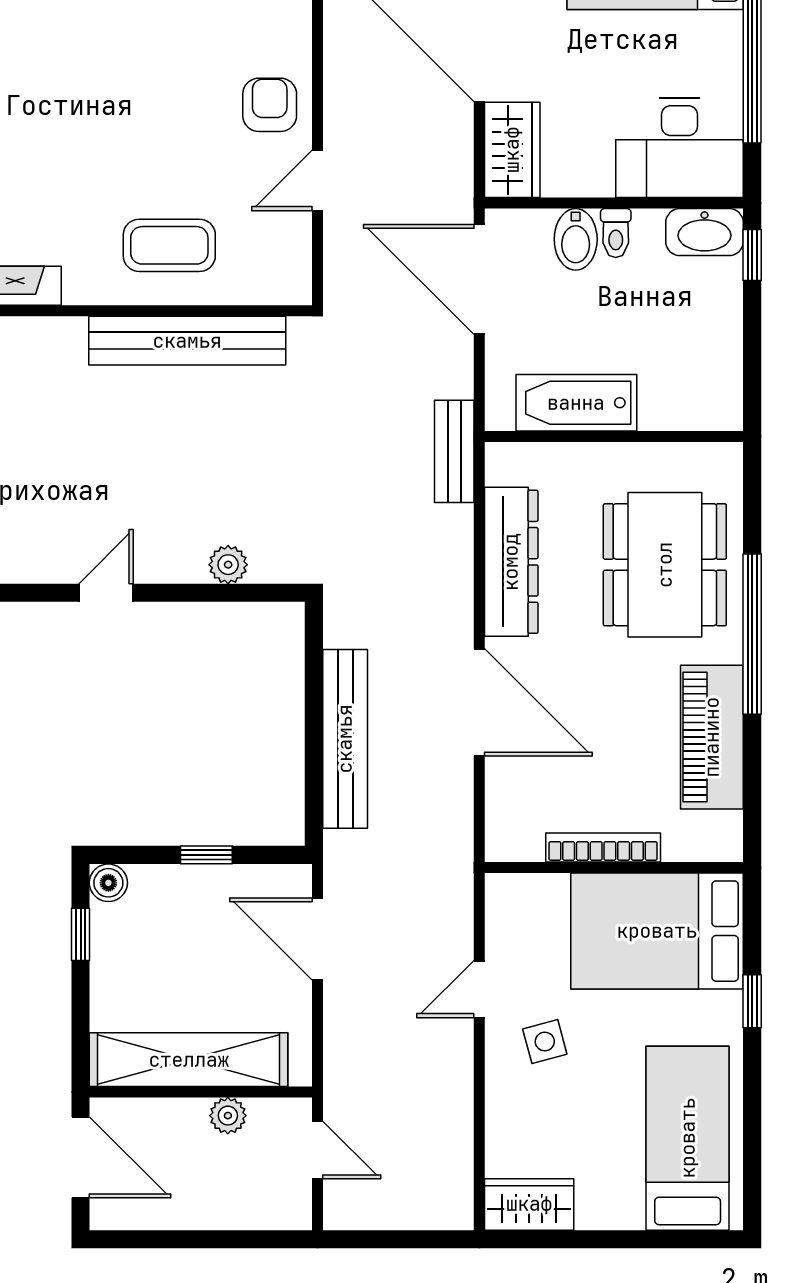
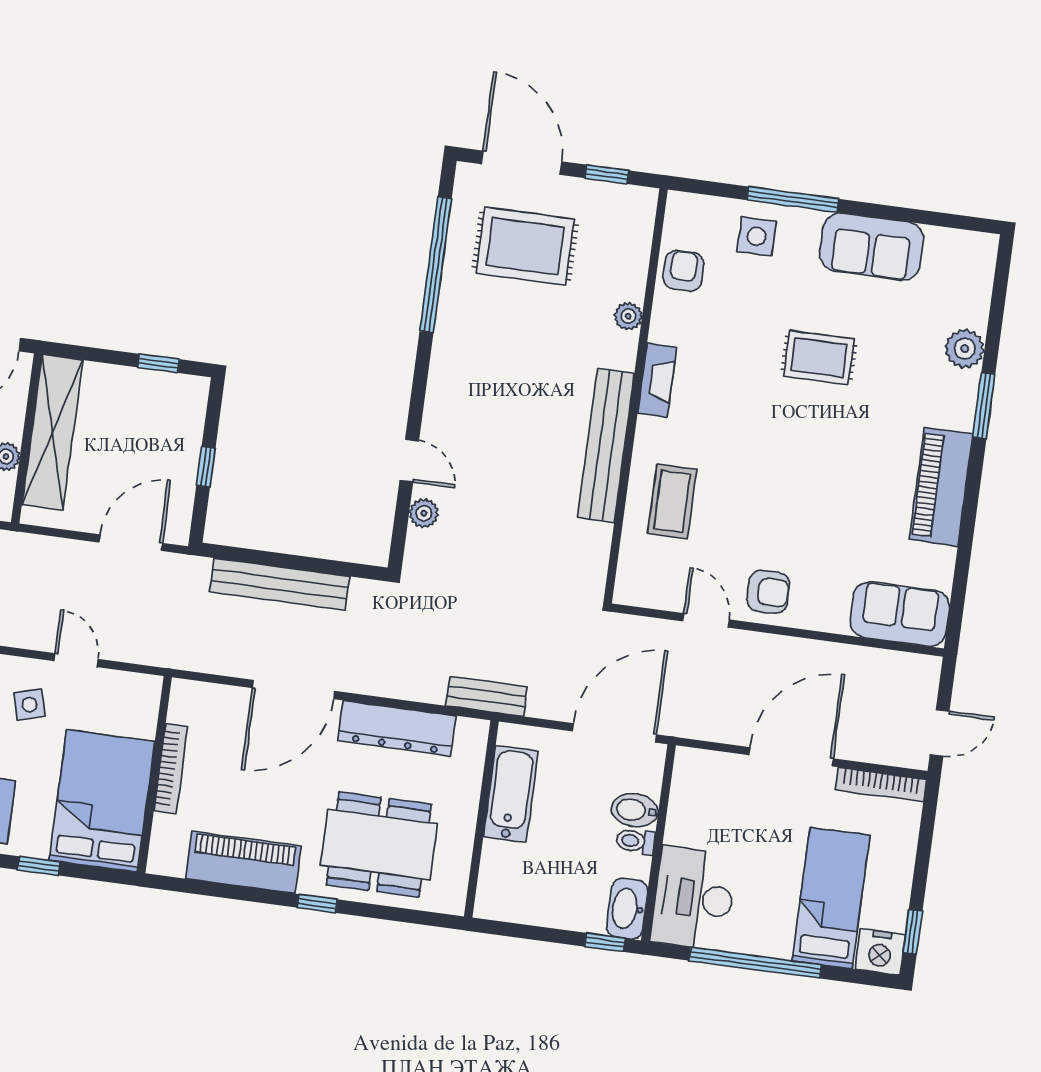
wardrobe: (512, 150) -> (709, 771), removed
bench: (187, 341) -> (606, 445), moved
door: (106, 593) -> (409, 461), moved
window: (752, 634) -> (317, 904), width x0.32
boiler: (108, 883) -> (195, 390), removed

